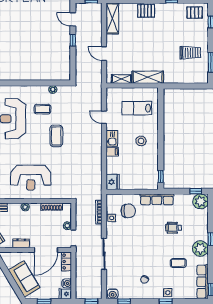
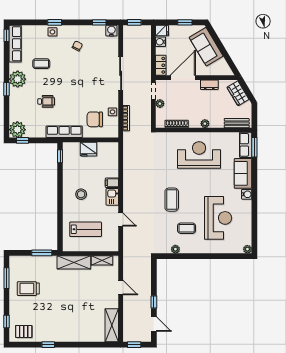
pallet: (146, 11) -> (76, 333), removed
window: (178, 86) -> (42, 253), added
fridge: (113, 182) -> (89, 149), moved, turned -90

